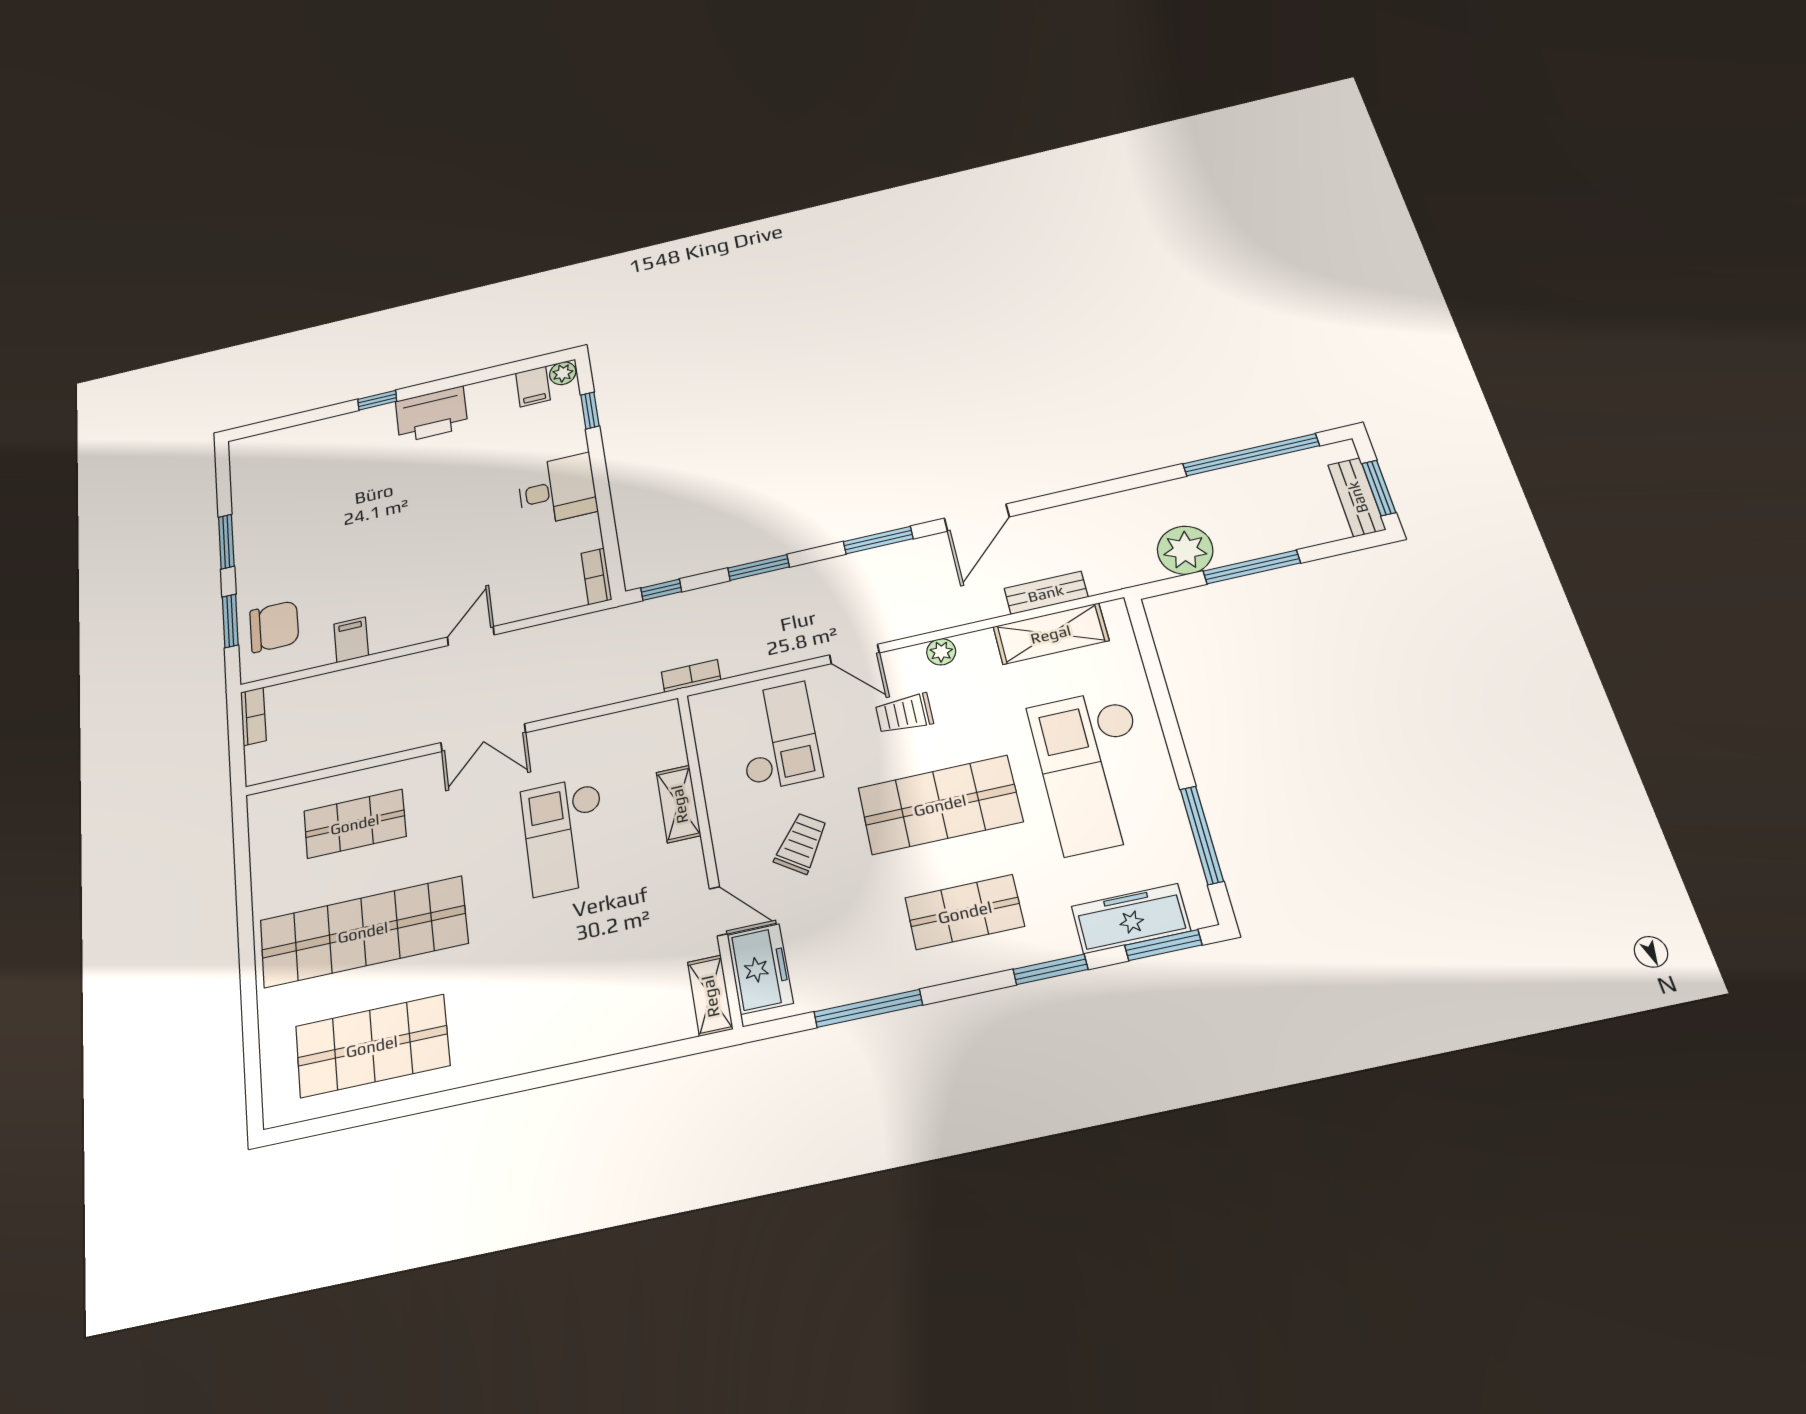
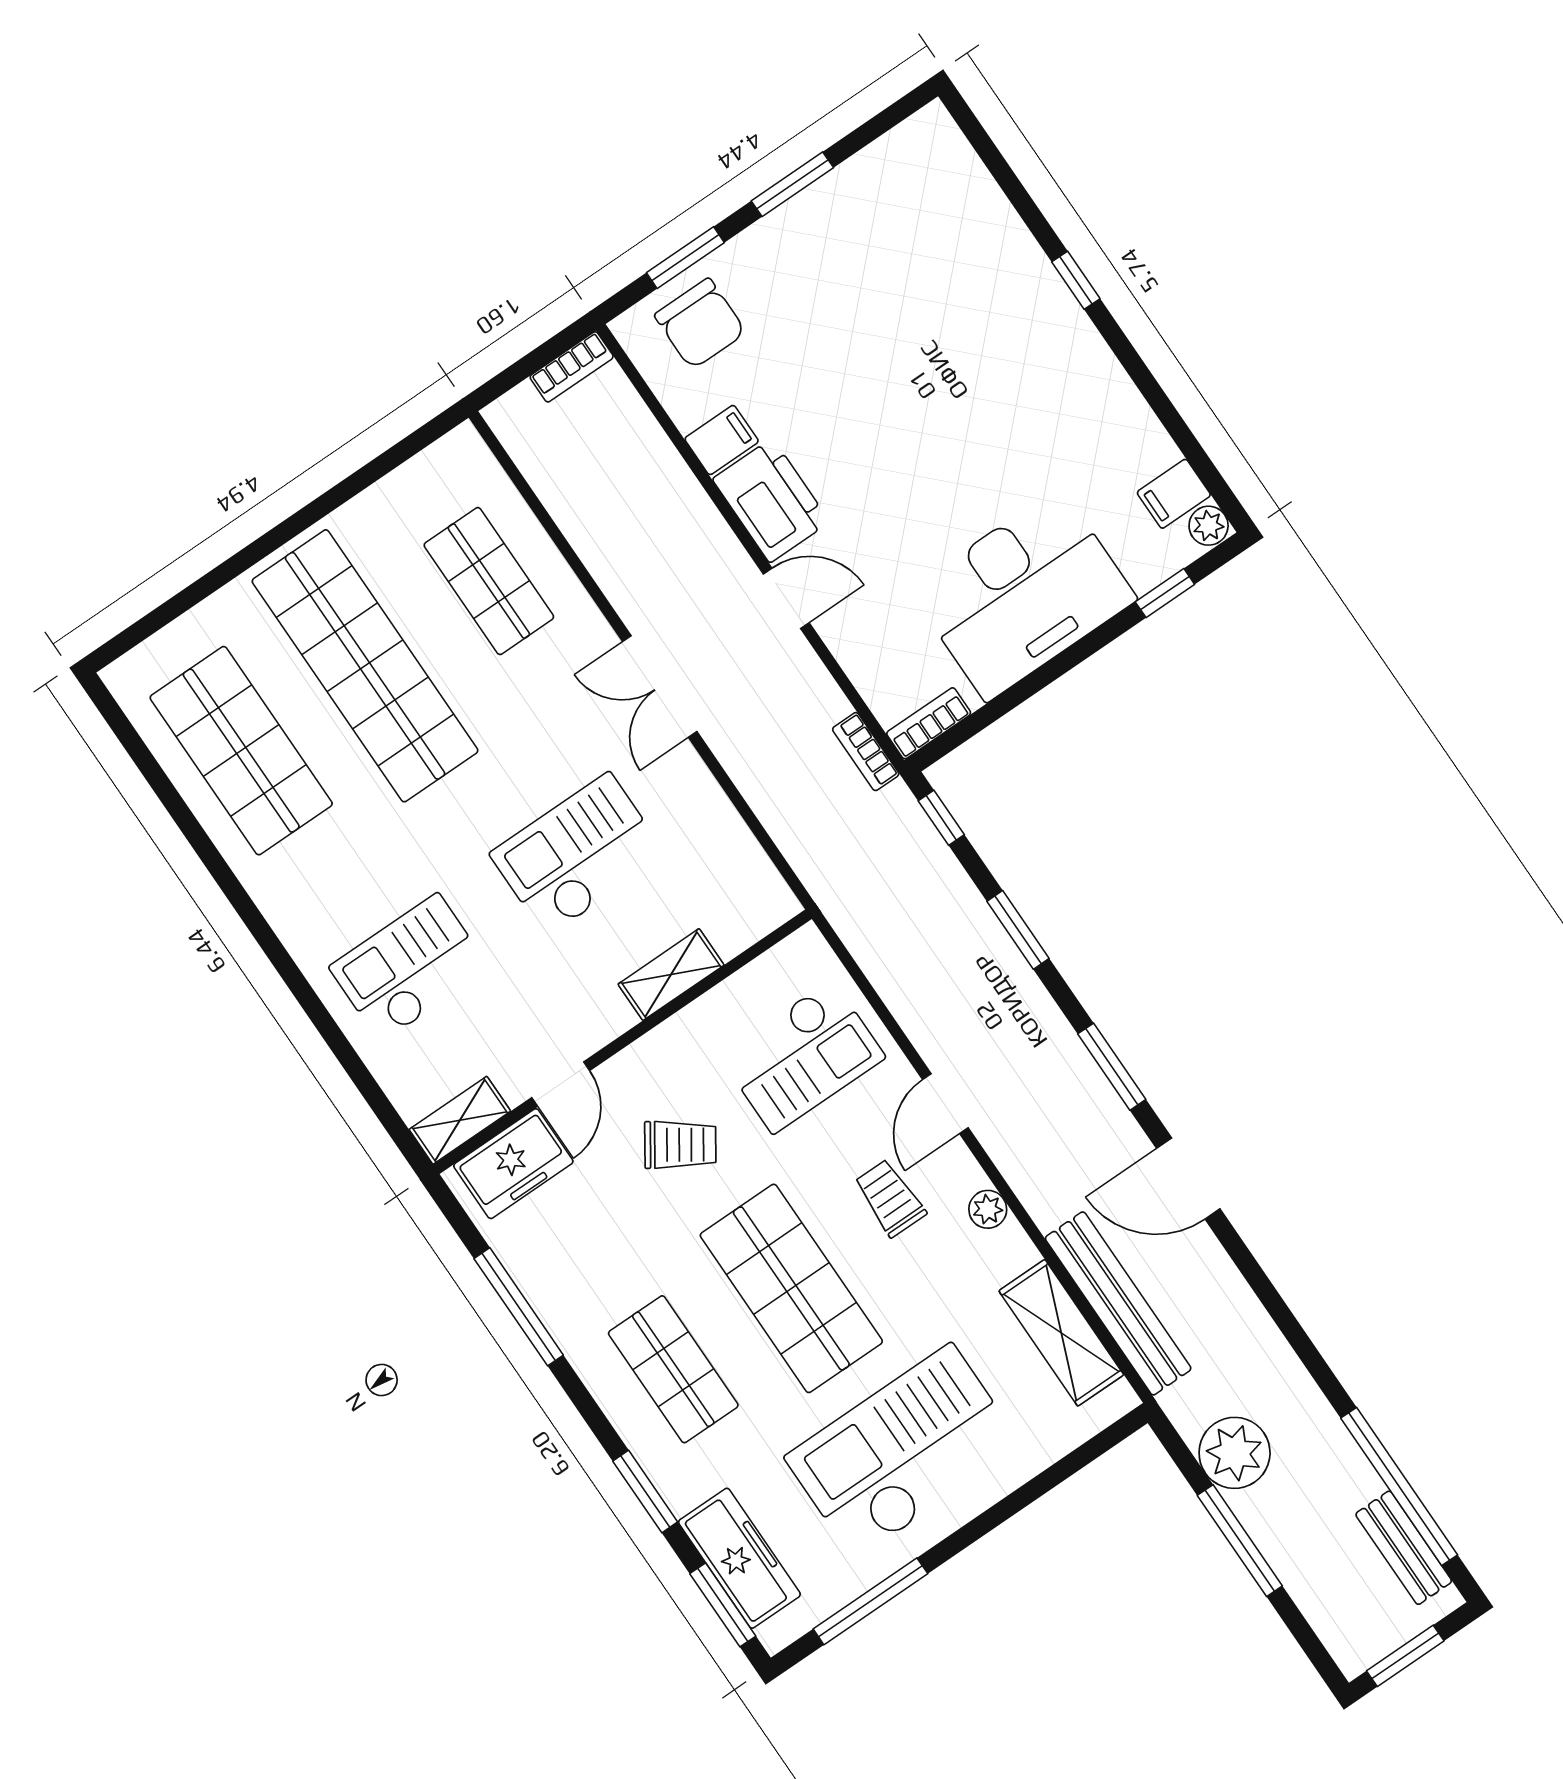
printer: (431, 414) -> (771, 500), moved, turned 180
desk: (557, 490) -> (1023, 594), width x1.87, depth x1.30
bench: (1357, 497) -> (1404, 1548), moved, turned 90
bench: (1046, 593) -> (1118, 1303), width x1.86, depth x1.21
bookcase: (691, 676) -> (866, 752), moved, turned 180
checkout: (584, 987) -> (409, 968), added

